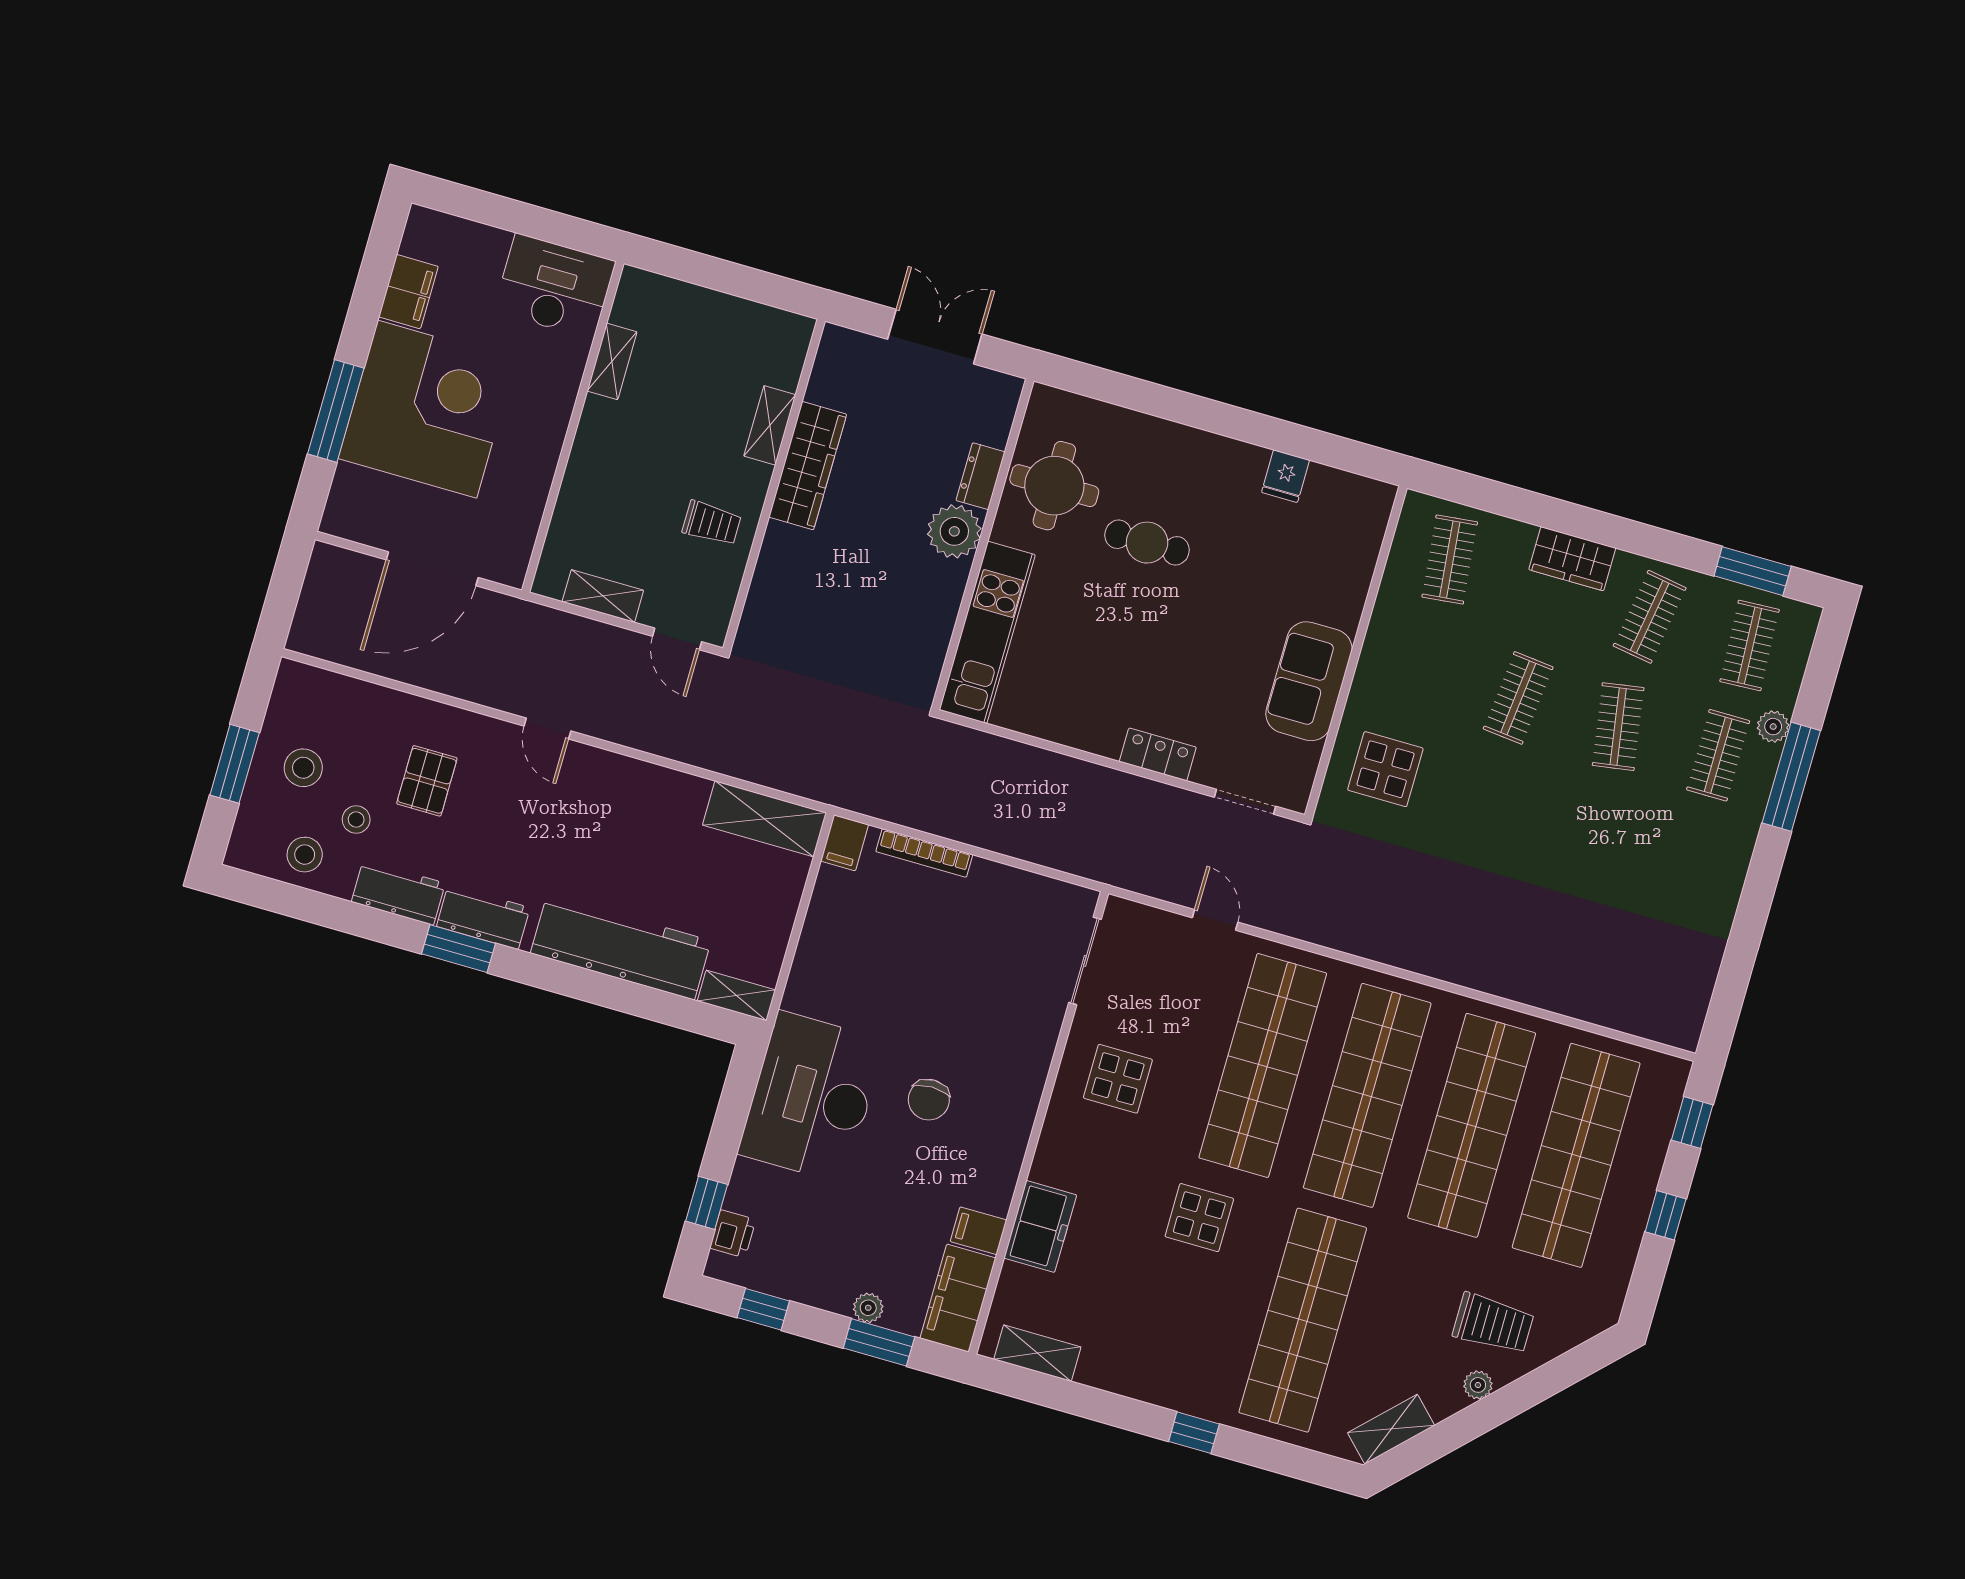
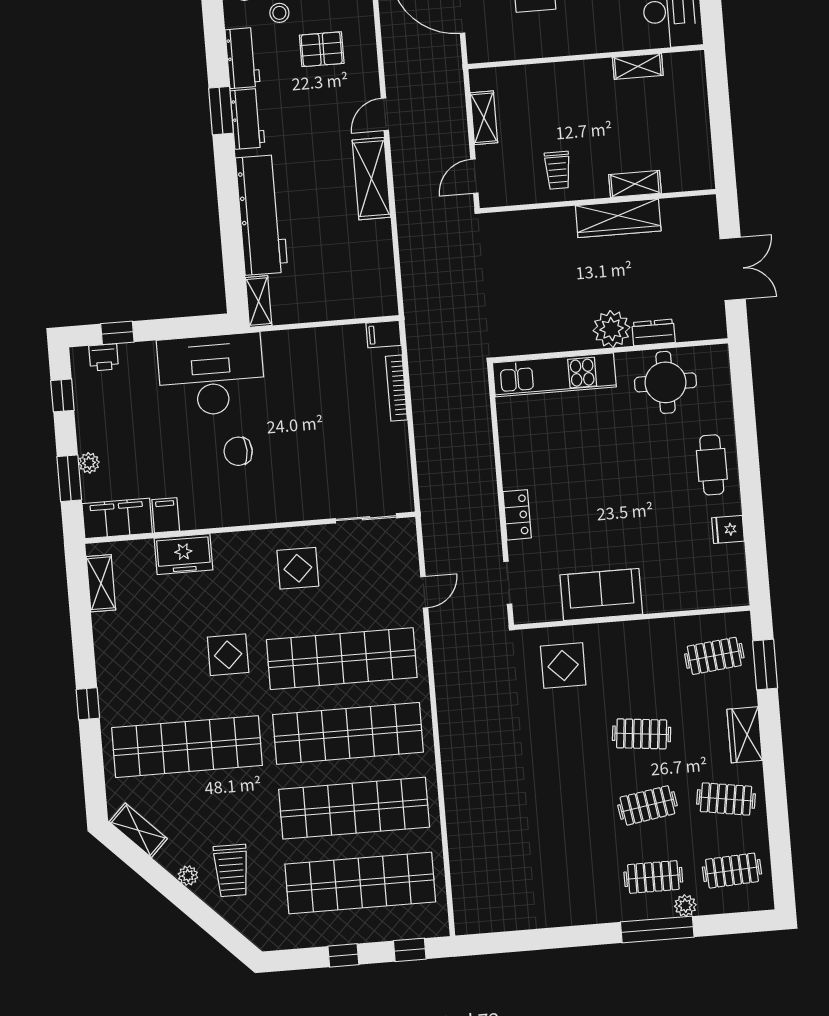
cafe table: (1147, 543) -> (712, 465), moved
window: (1753, 571) -> (765, 664), moved
shelving: (764, 819) -> (371, 179), moved

